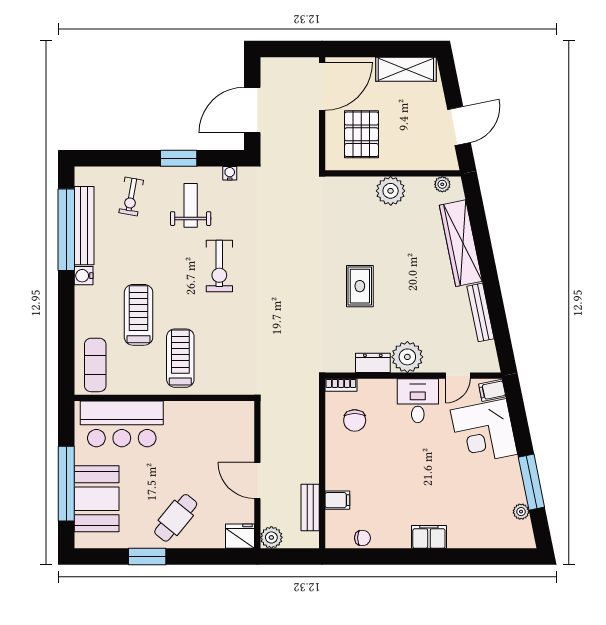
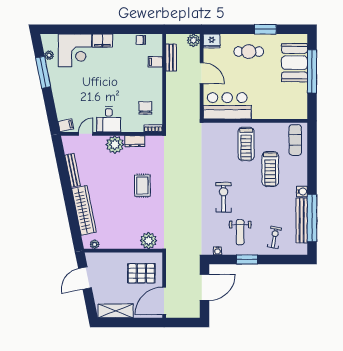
pallet: (361, 134) -> (141, 273), turned 90
plant: (391, 191) -> (148, 241), moved
bar counter: (122, 424) -> (227, 106), moved
corner desk: (484, 432) -> (75, 50), moved, turned 102
cafe table: (176, 518) -> (249, 52), turned 51

